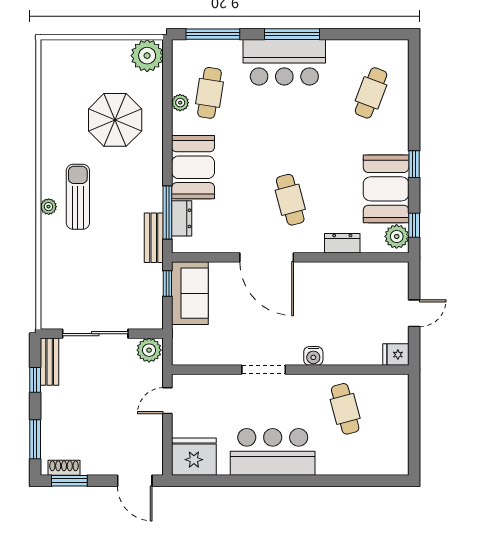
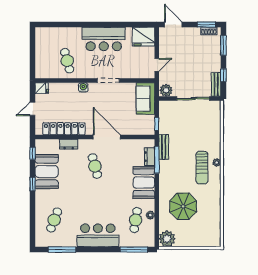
window: (292, 34) -> (62, 250), moved
plant: (397, 236) -> (41, 148), removed
locker: (352, 274) -> (64, 129), added
sofa: (190, 293) -> (145, 98), moved

